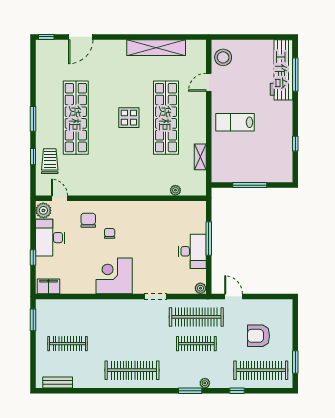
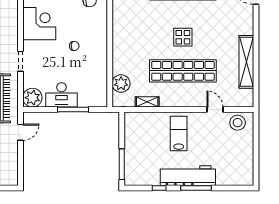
workbench: (282, 70) -> (188, 176), moved
window: (295, 75) -> (196, 188), moved
window: (250, 185) -> (122, 164), moved
plant: (175, 190) -> (121, 84), width x1.88, depth x1.88
chair: (110, 233) -> (74, 46), moved
plant: (200, 288) -> (32, 98), width x1.87, depth x1.87

